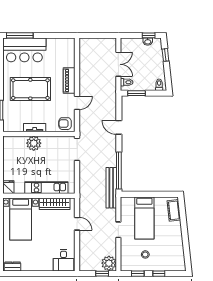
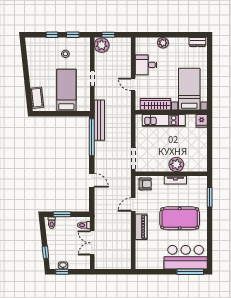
window: (136, 93) -> (62, 214), moved
desk: (64, 260) -> (146, 65), moved, turned -90
plant: (47, 266) -> (163, 43), added

